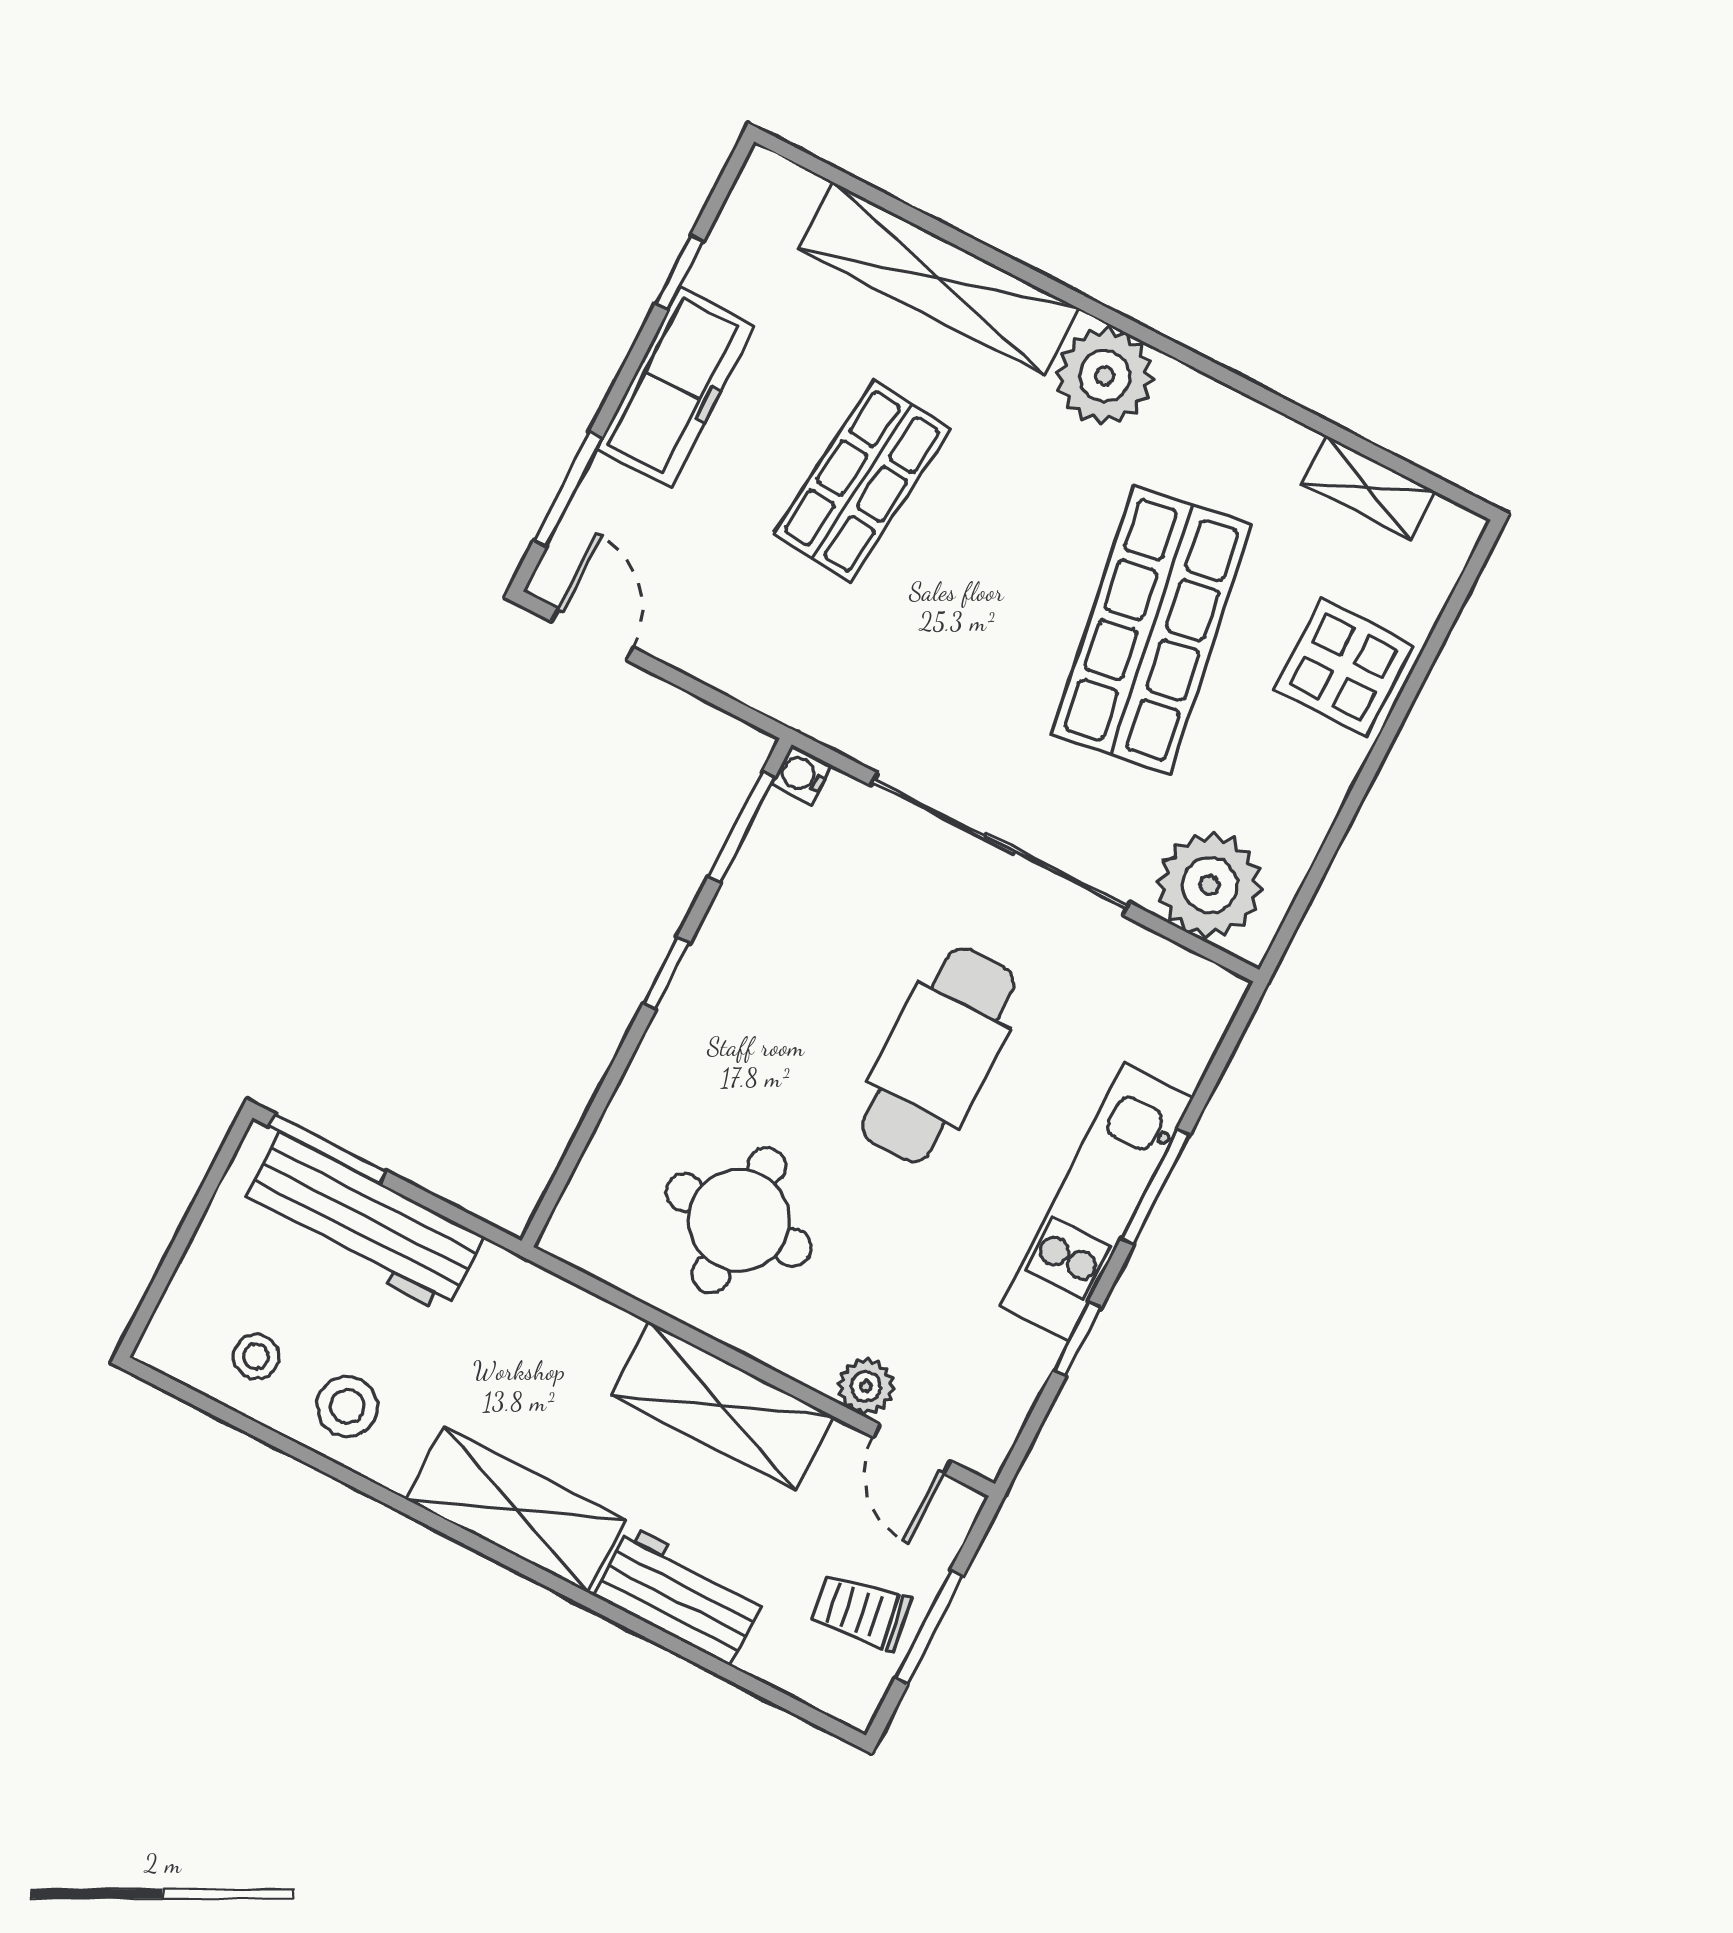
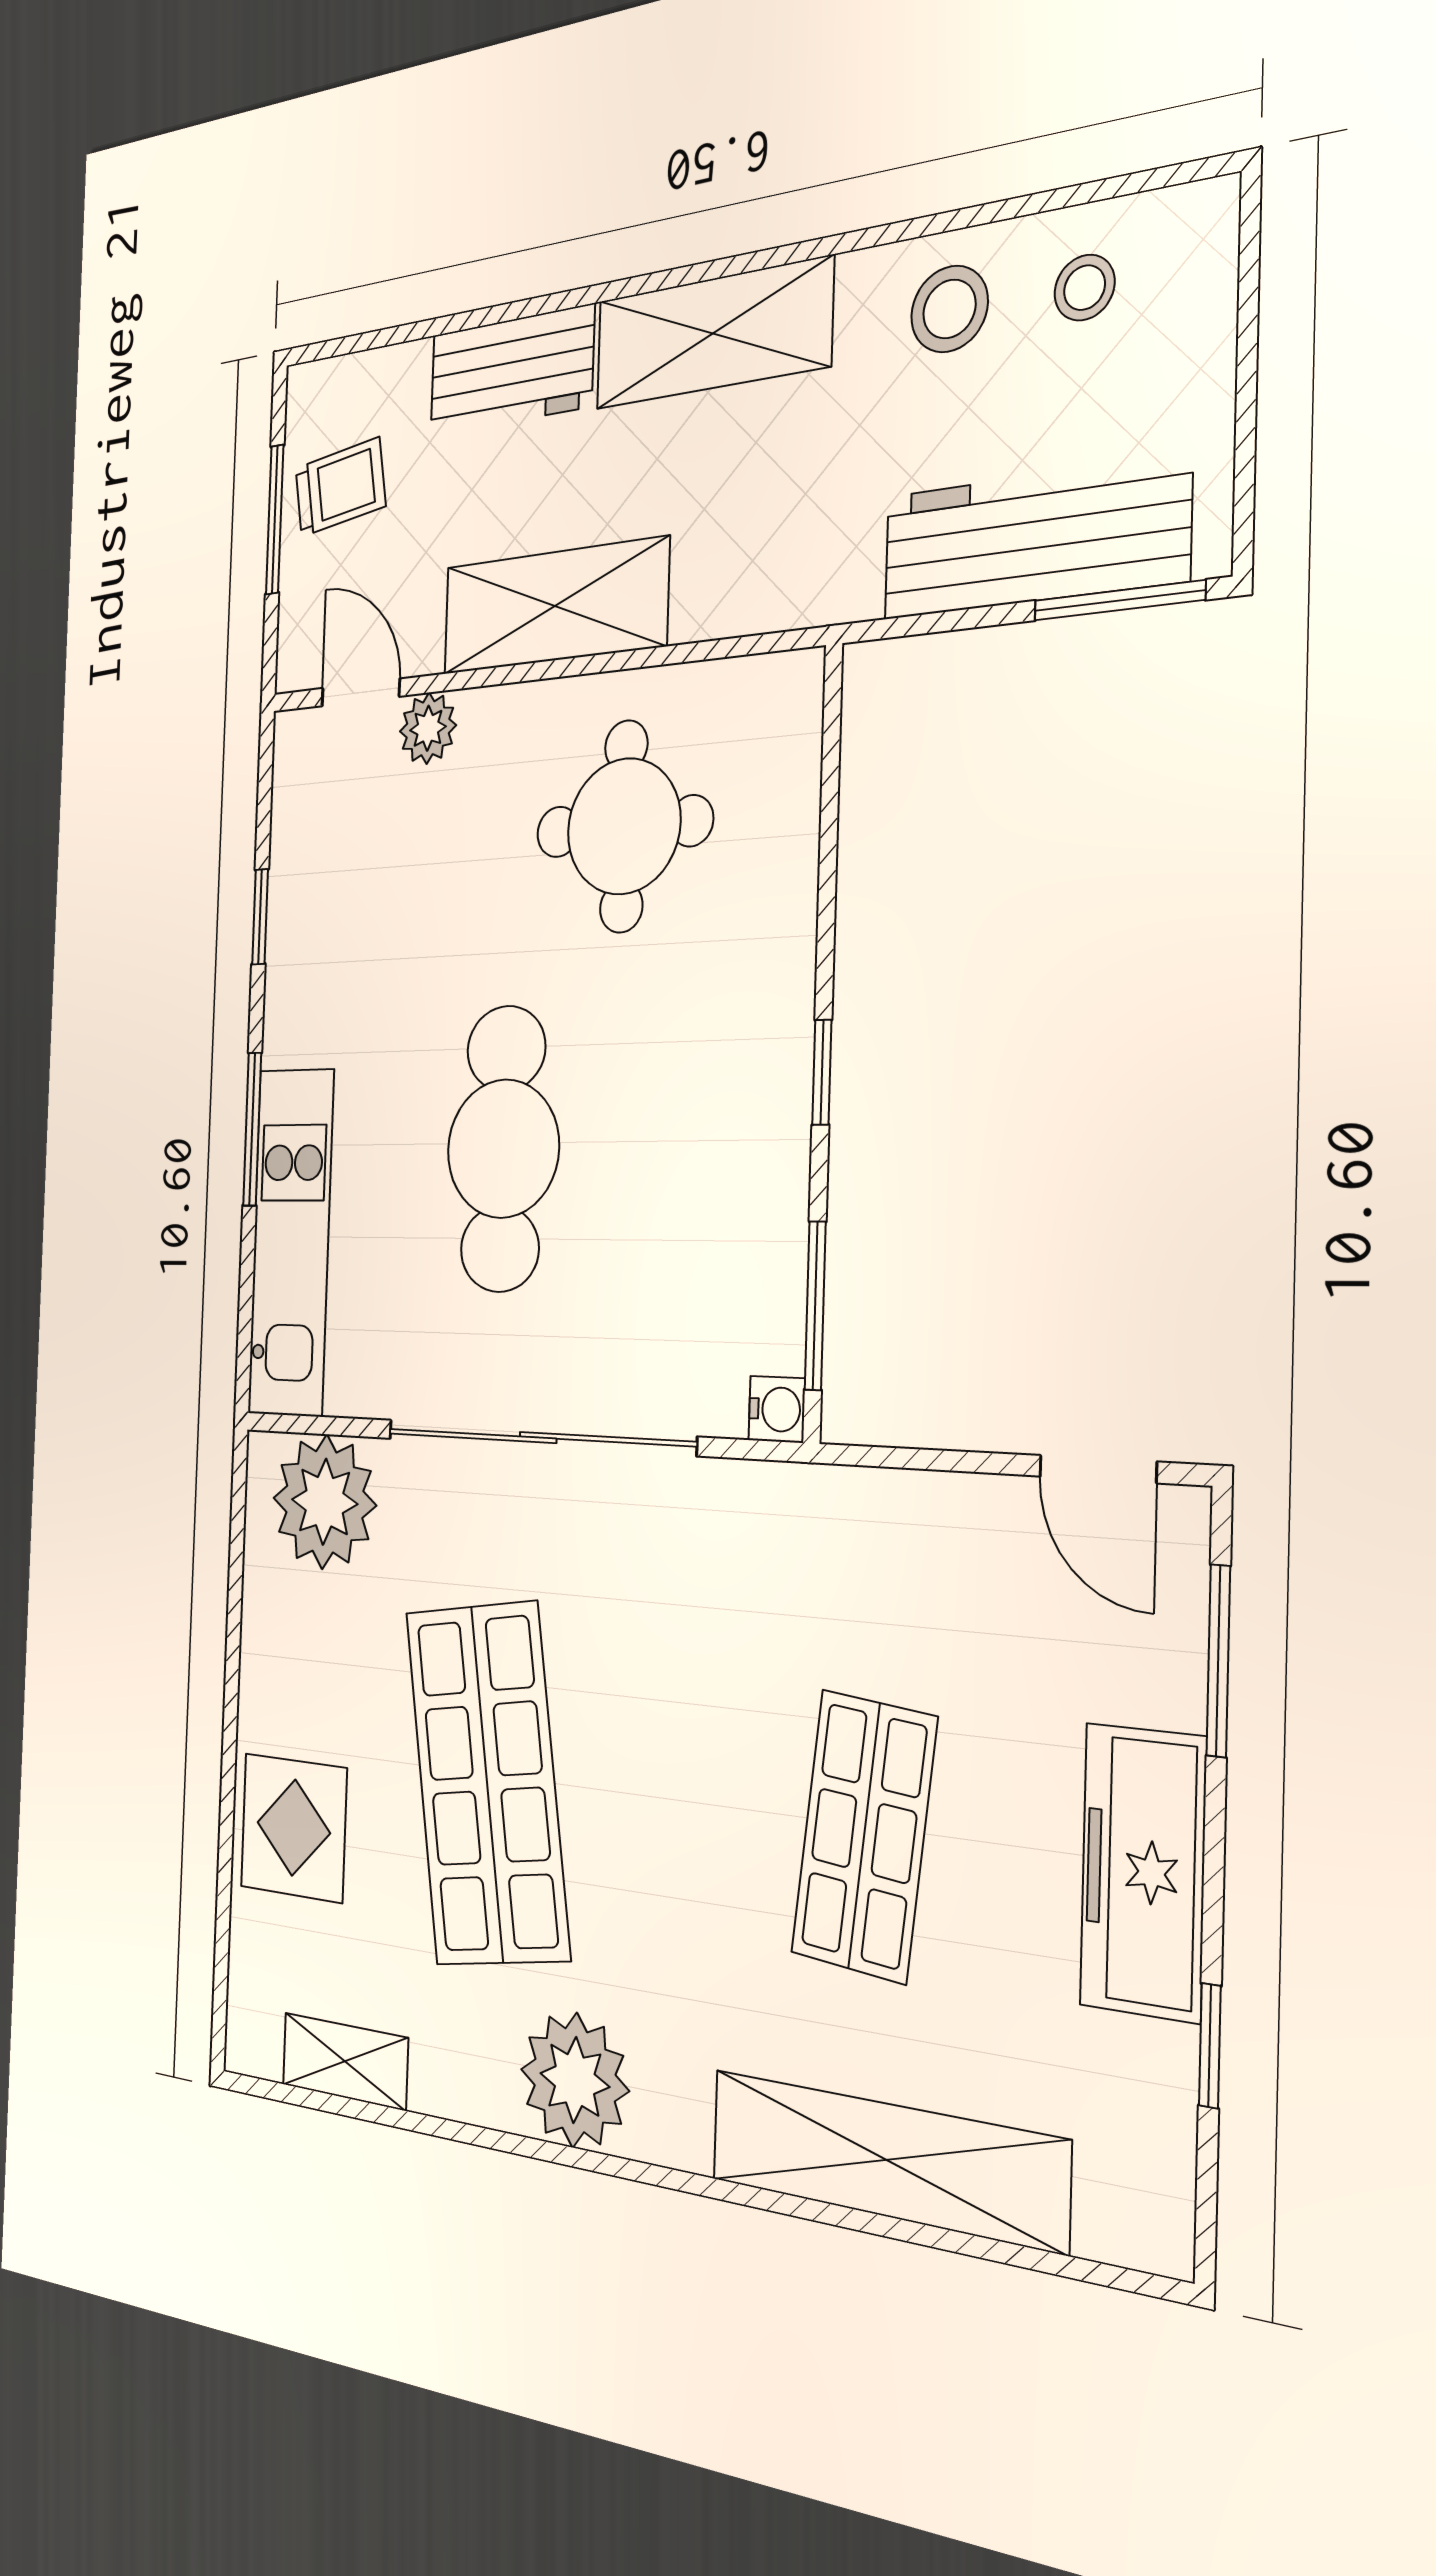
plant: (1105, 376) -> (575, 2080), moved
kitchen unit: (1097, 1202) -> (291, 1242), moved

